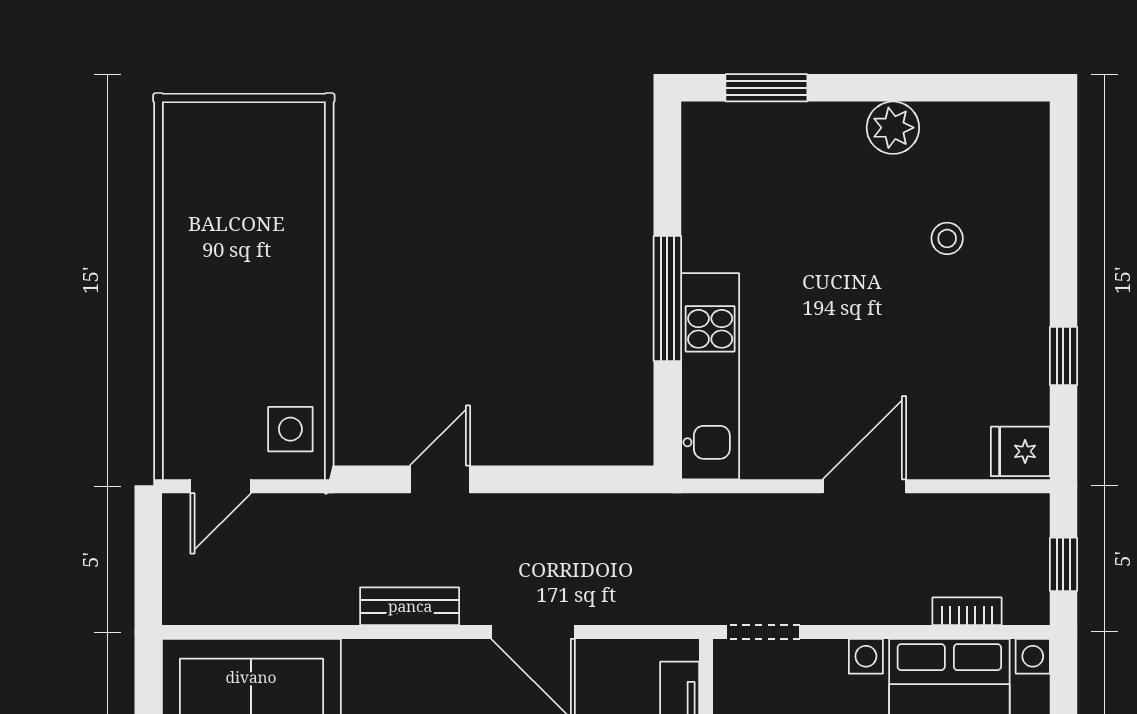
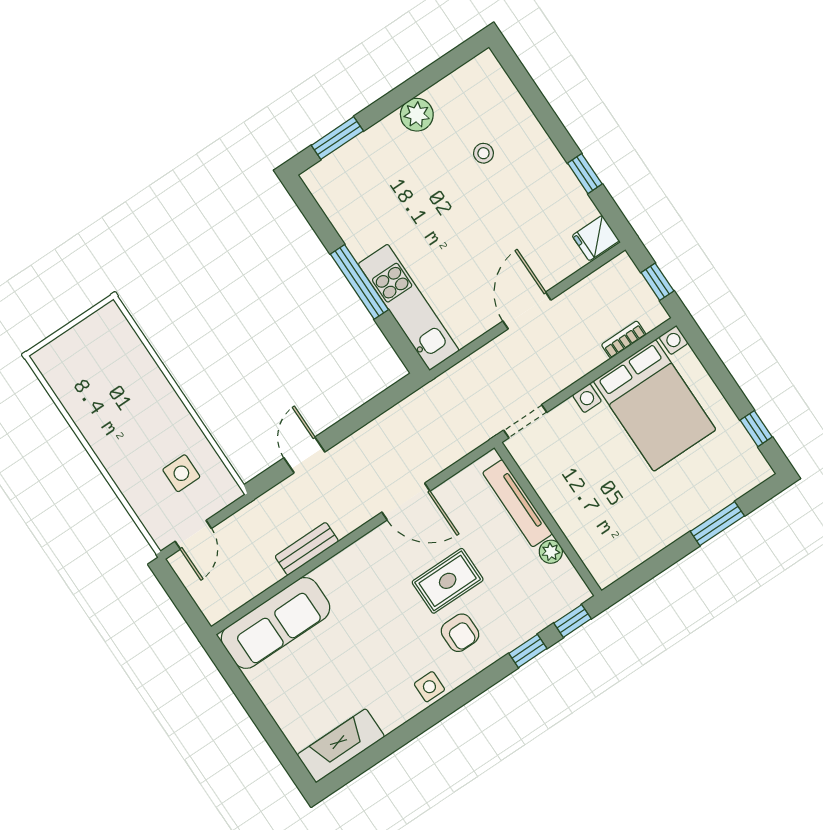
side table: (290, 429) -> (181, 473), moved
bench: (410, 606) -> (307, 549), moved

